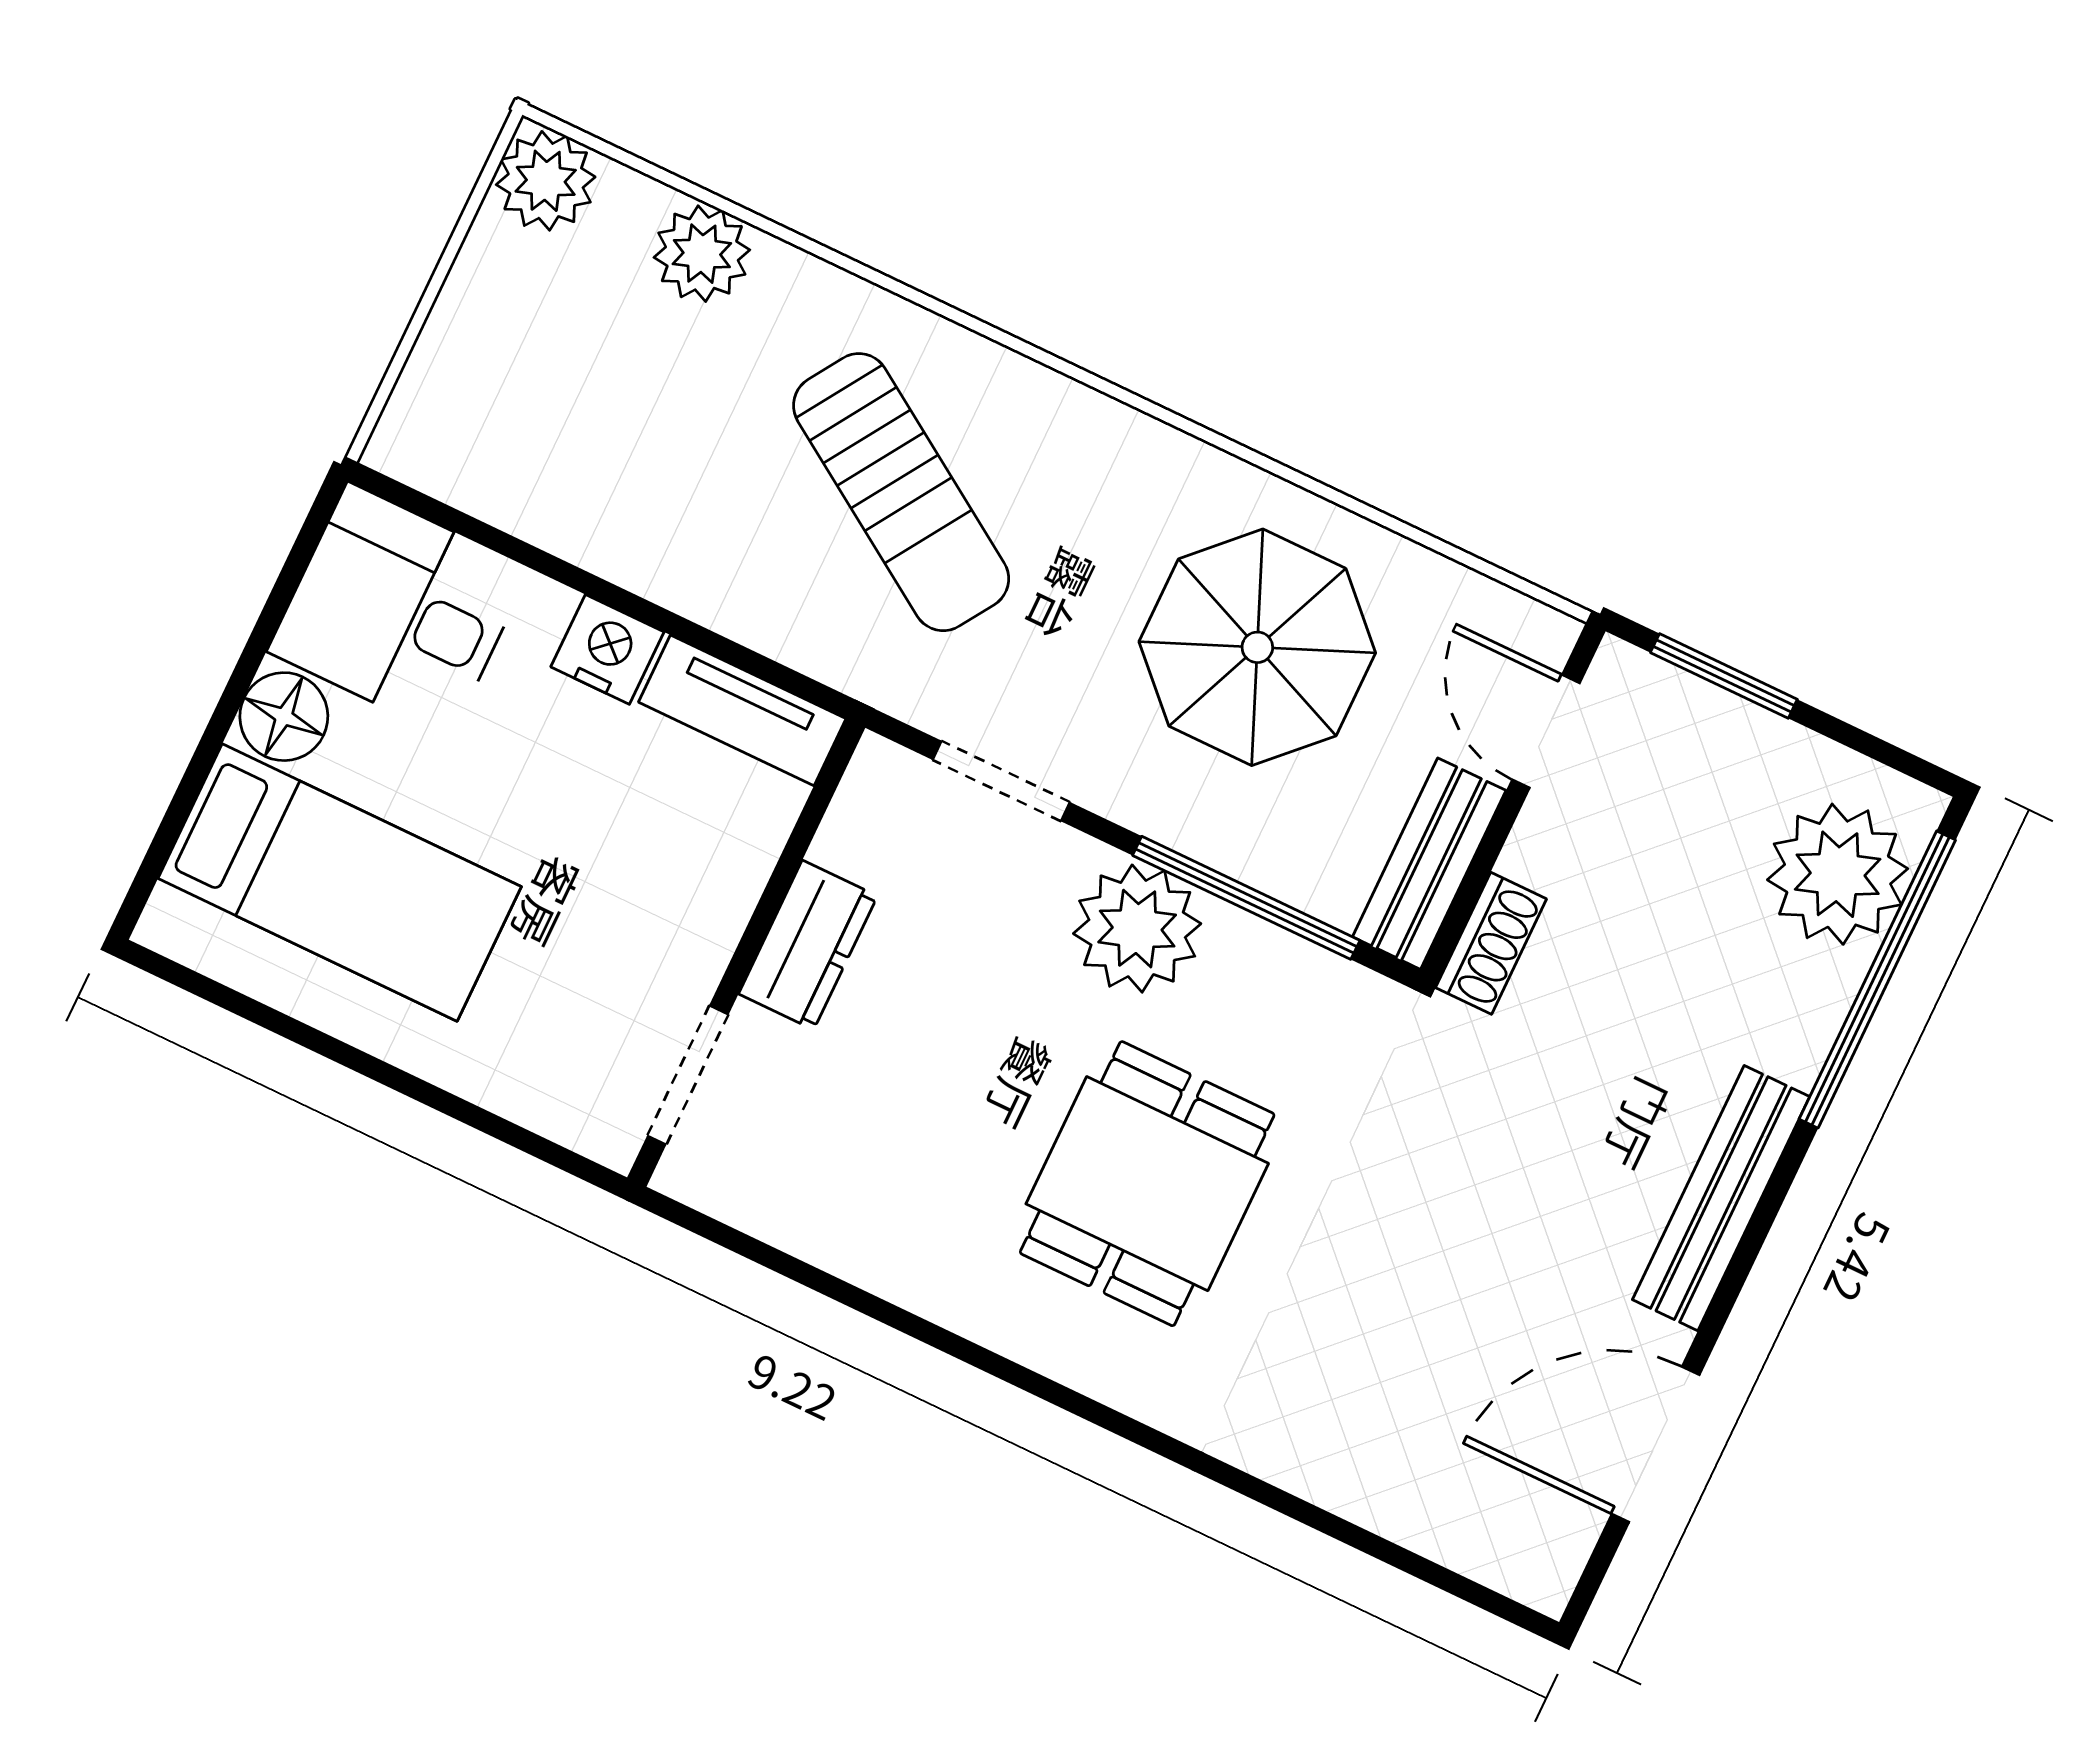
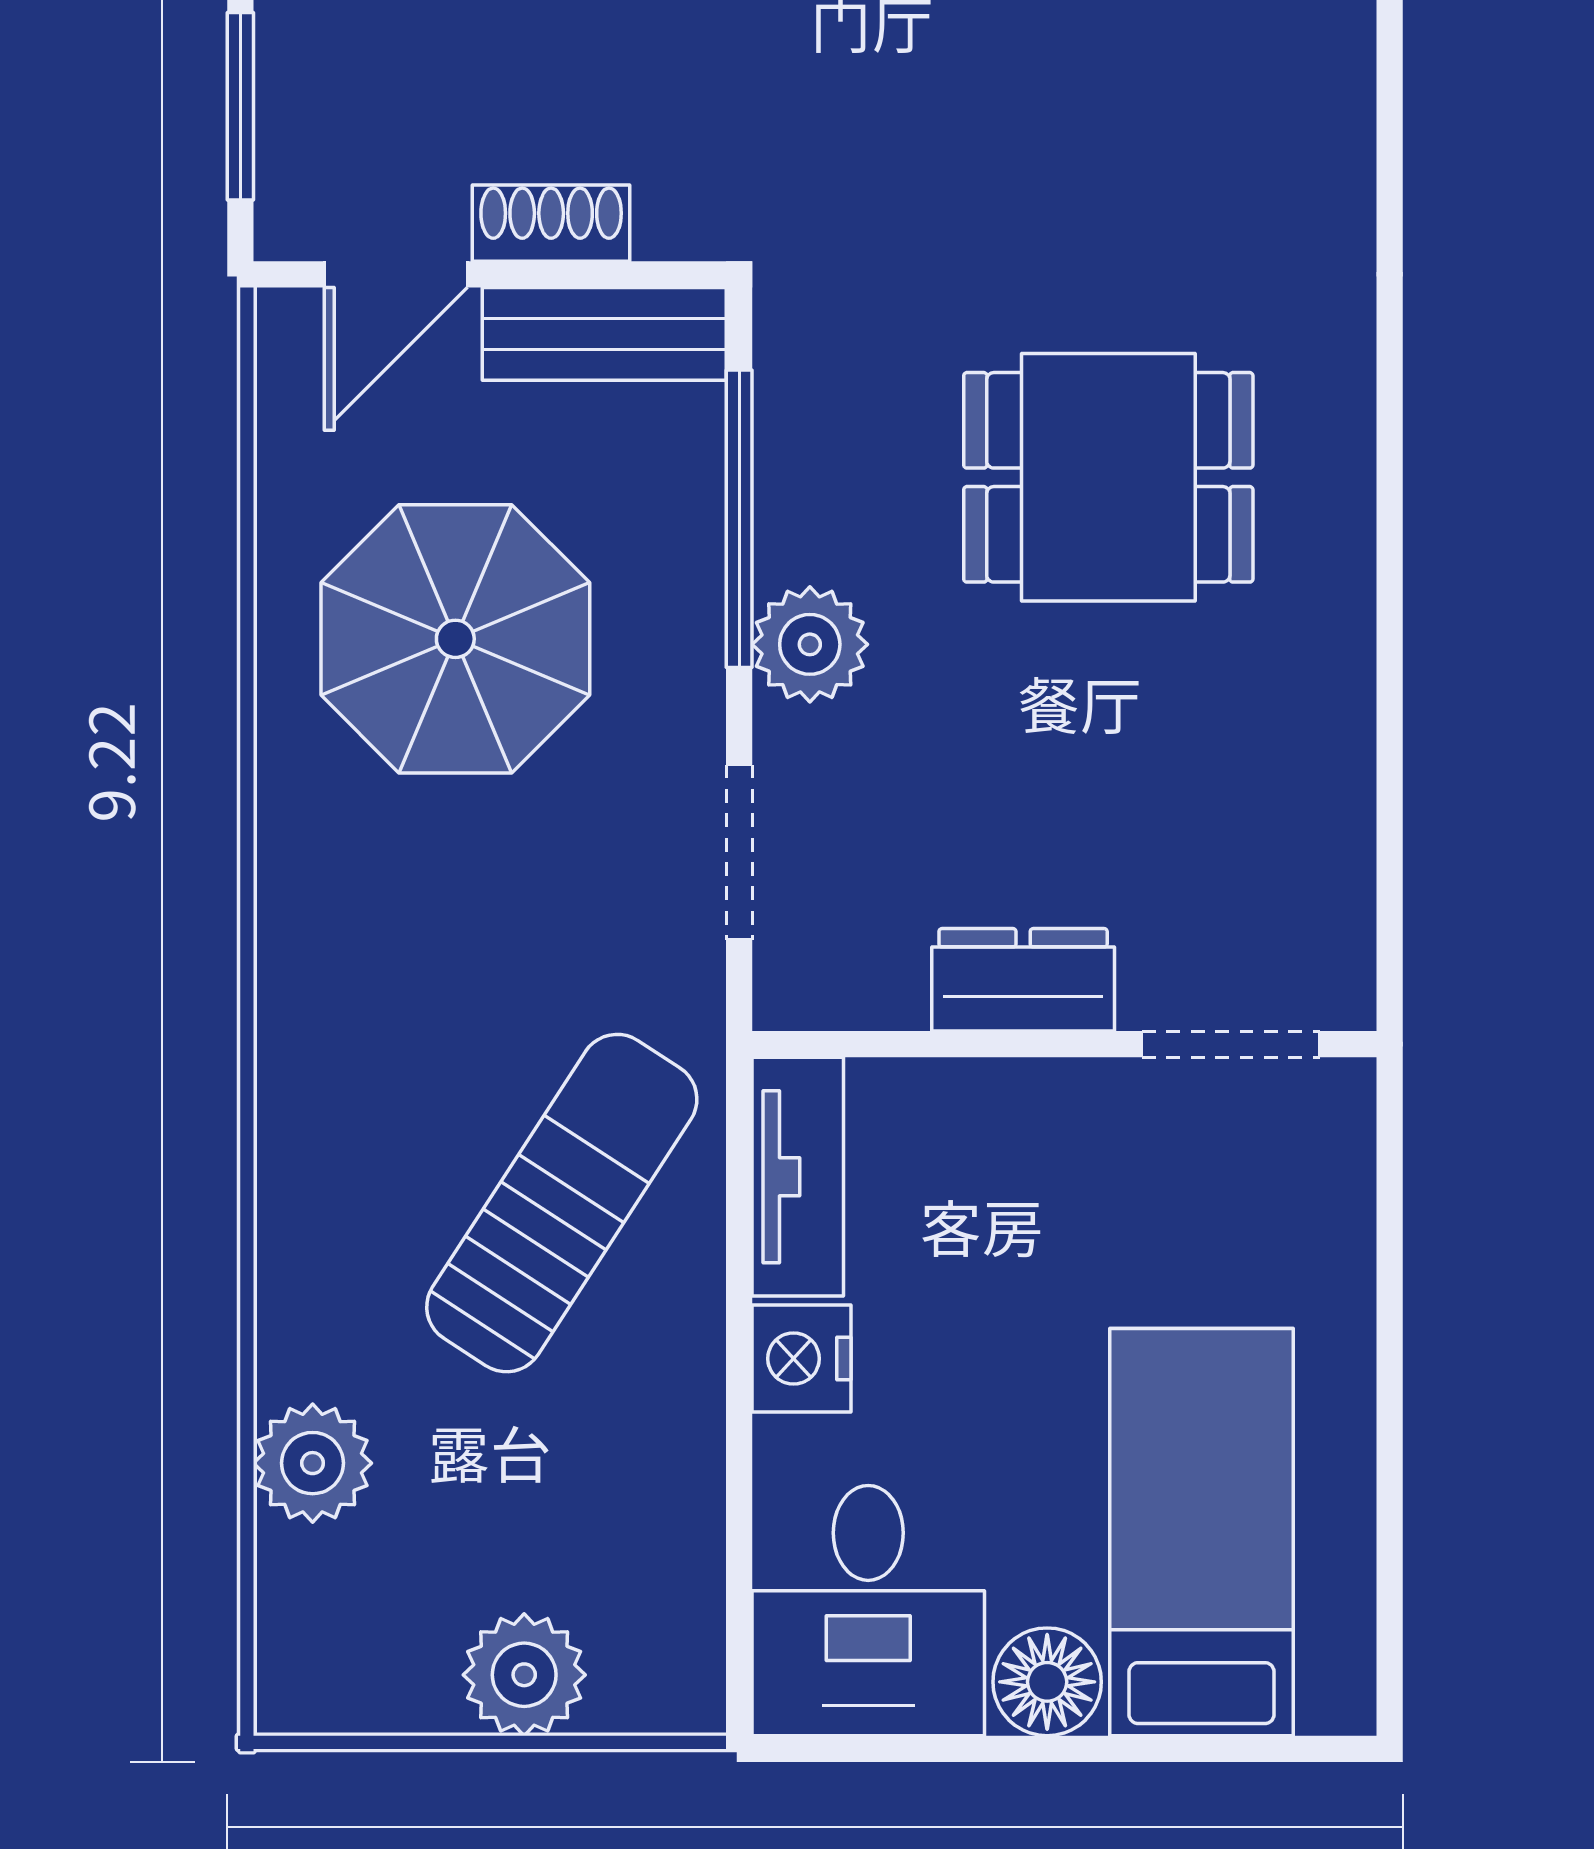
plant: (546, 181) -> (524, 1675), moved
sun lounger: (901, 492) -> (562, 1203), moved
plant: (1137, 929) -> (810, 644), width x0.73, depth x0.73
shoe rack: (1491, 943) -> (551, 223), moved

